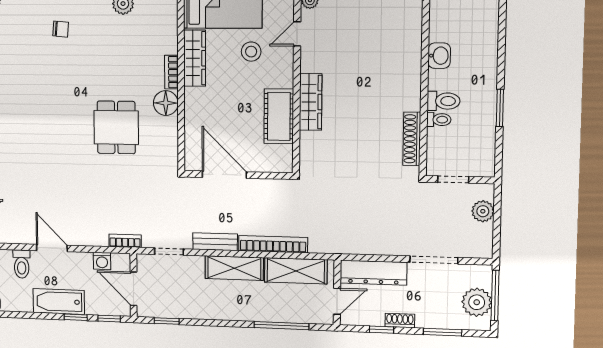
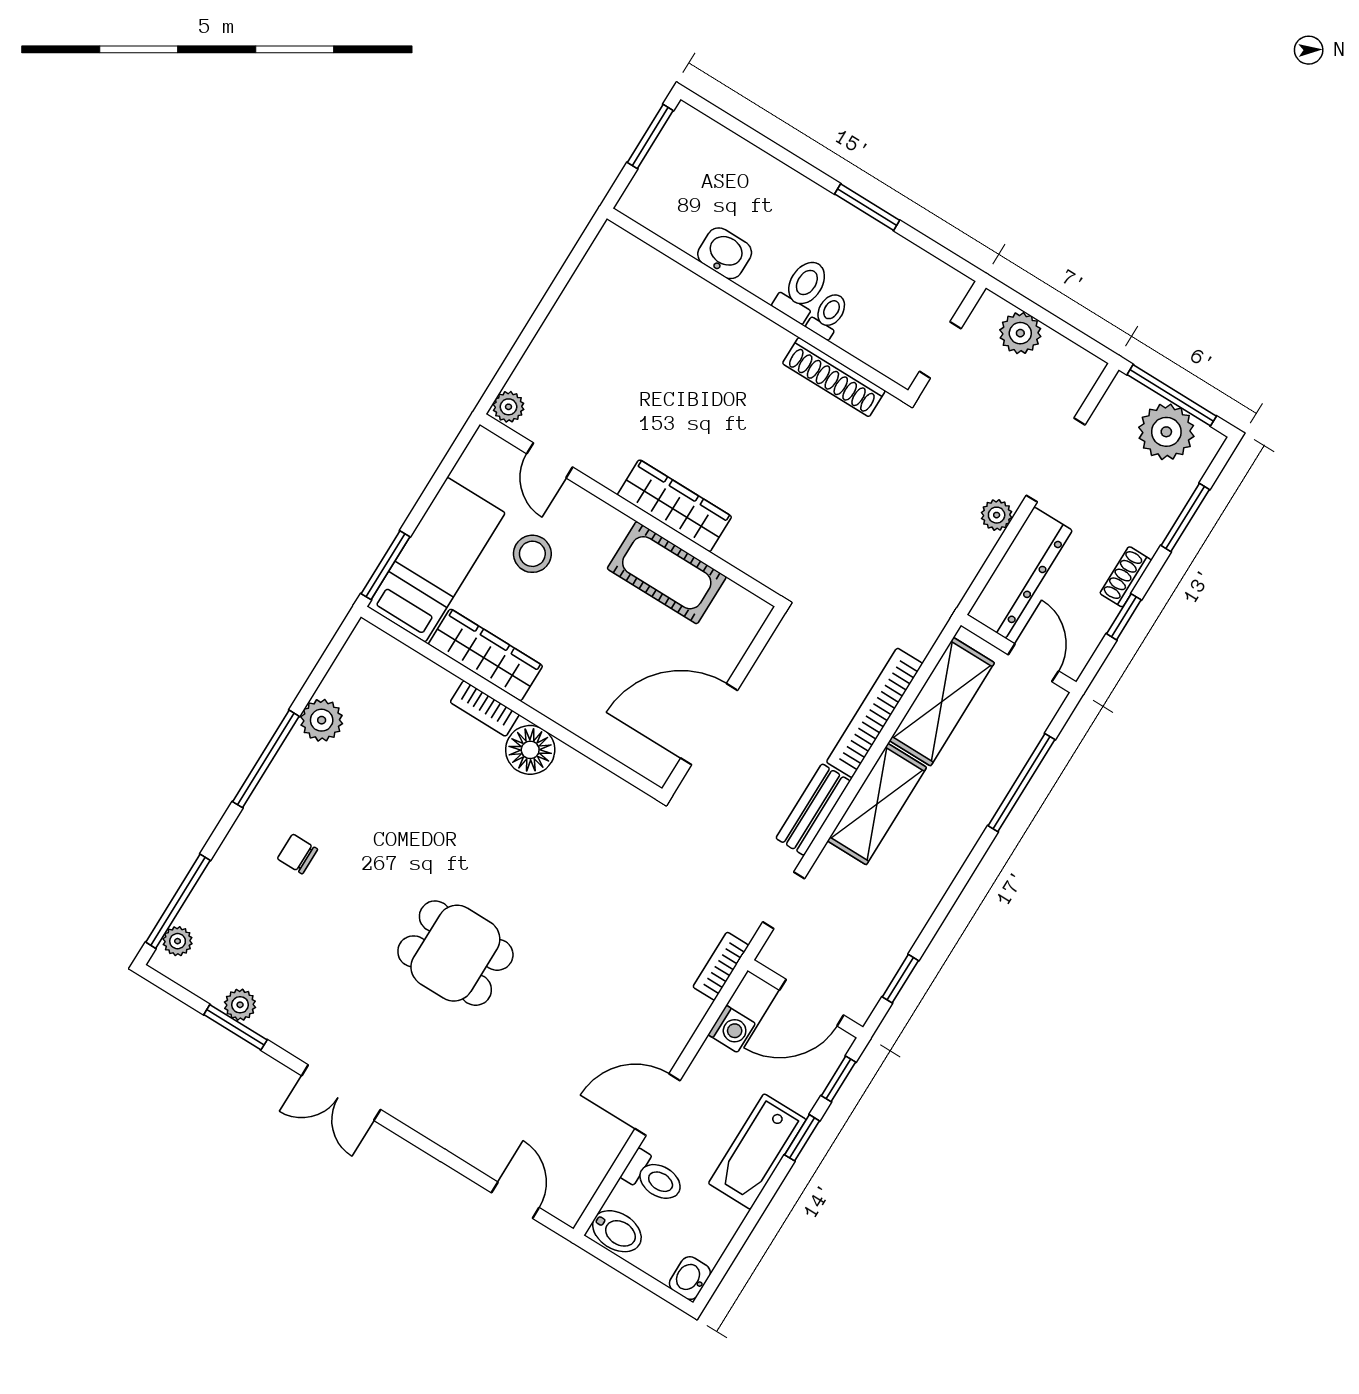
chair: (61, 29) -> (297, 854), turned -95
dining table: (116, 127) -> (455, 953), moved
plant: (393, 248) -> (997, 515), added

